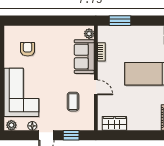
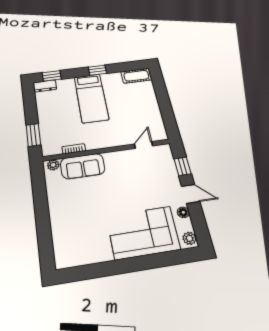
armchair: (28, 49) -> (84, 234), removed
door: (96, 87) -> (144, 145), moved
coffee table: (73, 102) -> (141, 170), removed
wardrobe: (114, 123) -> (156, 124), removed

